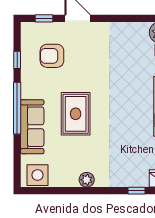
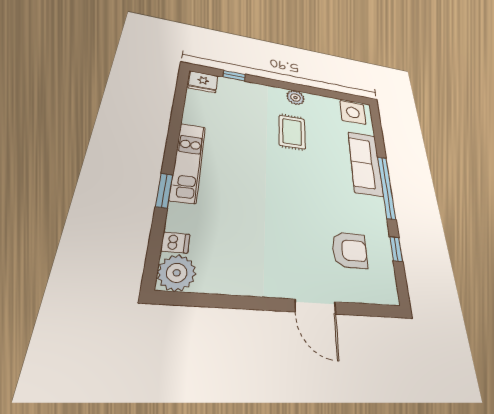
window: (44, 18) -> (367, 310), removed
rug: (76, 114) -> (292, 132), moved, width x0.73, depth x0.70

